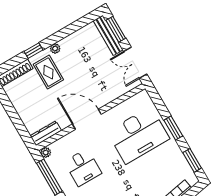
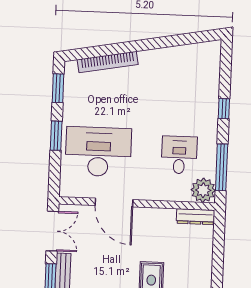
door: (87, 119) -> (114, 203), moved
plant: (46, 152) -> (203, 190), width x1.87, depth x1.87

